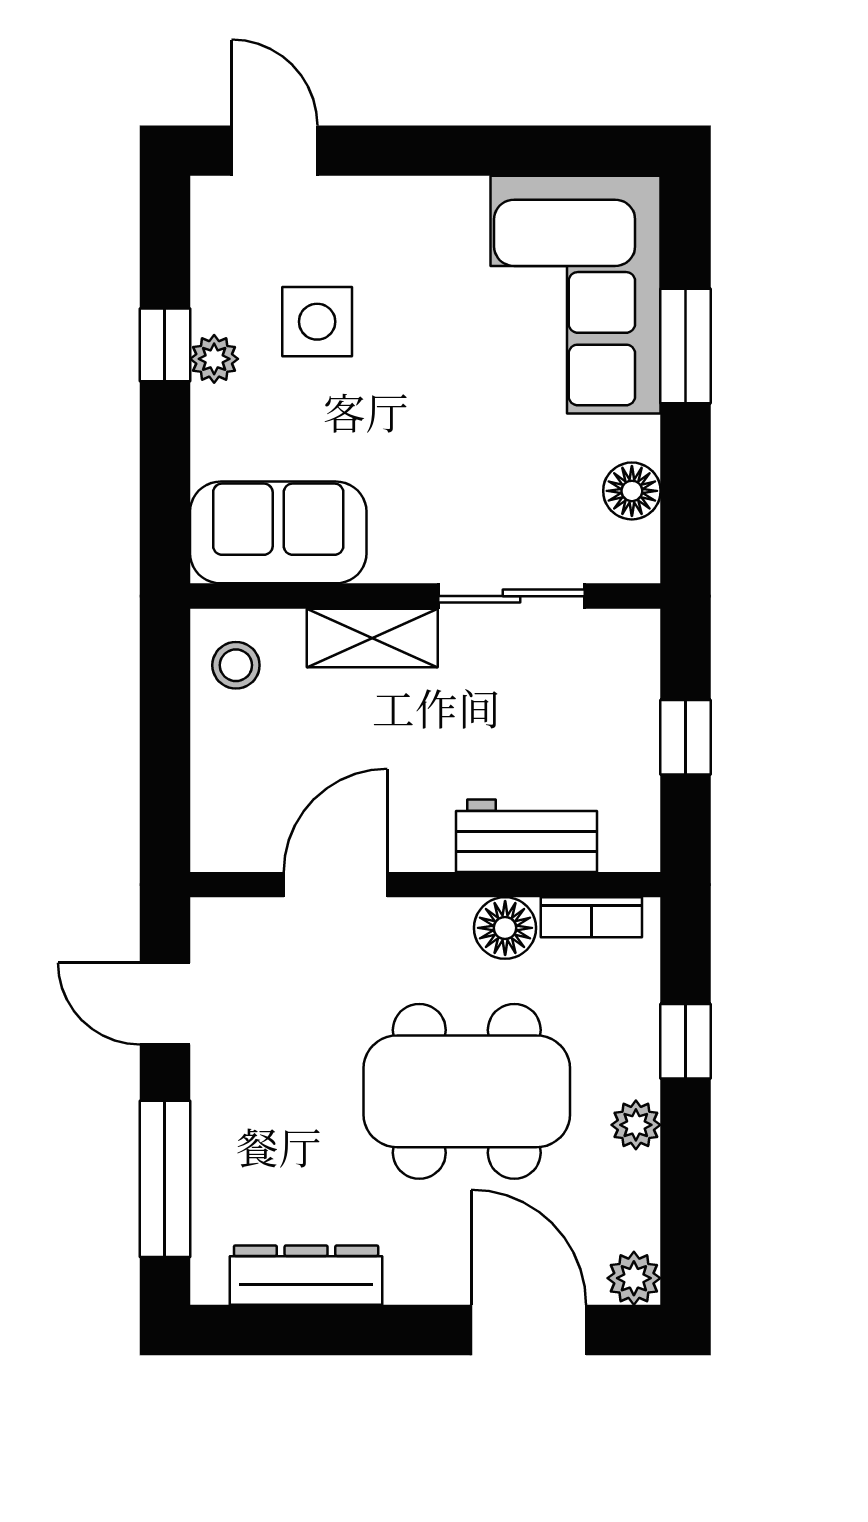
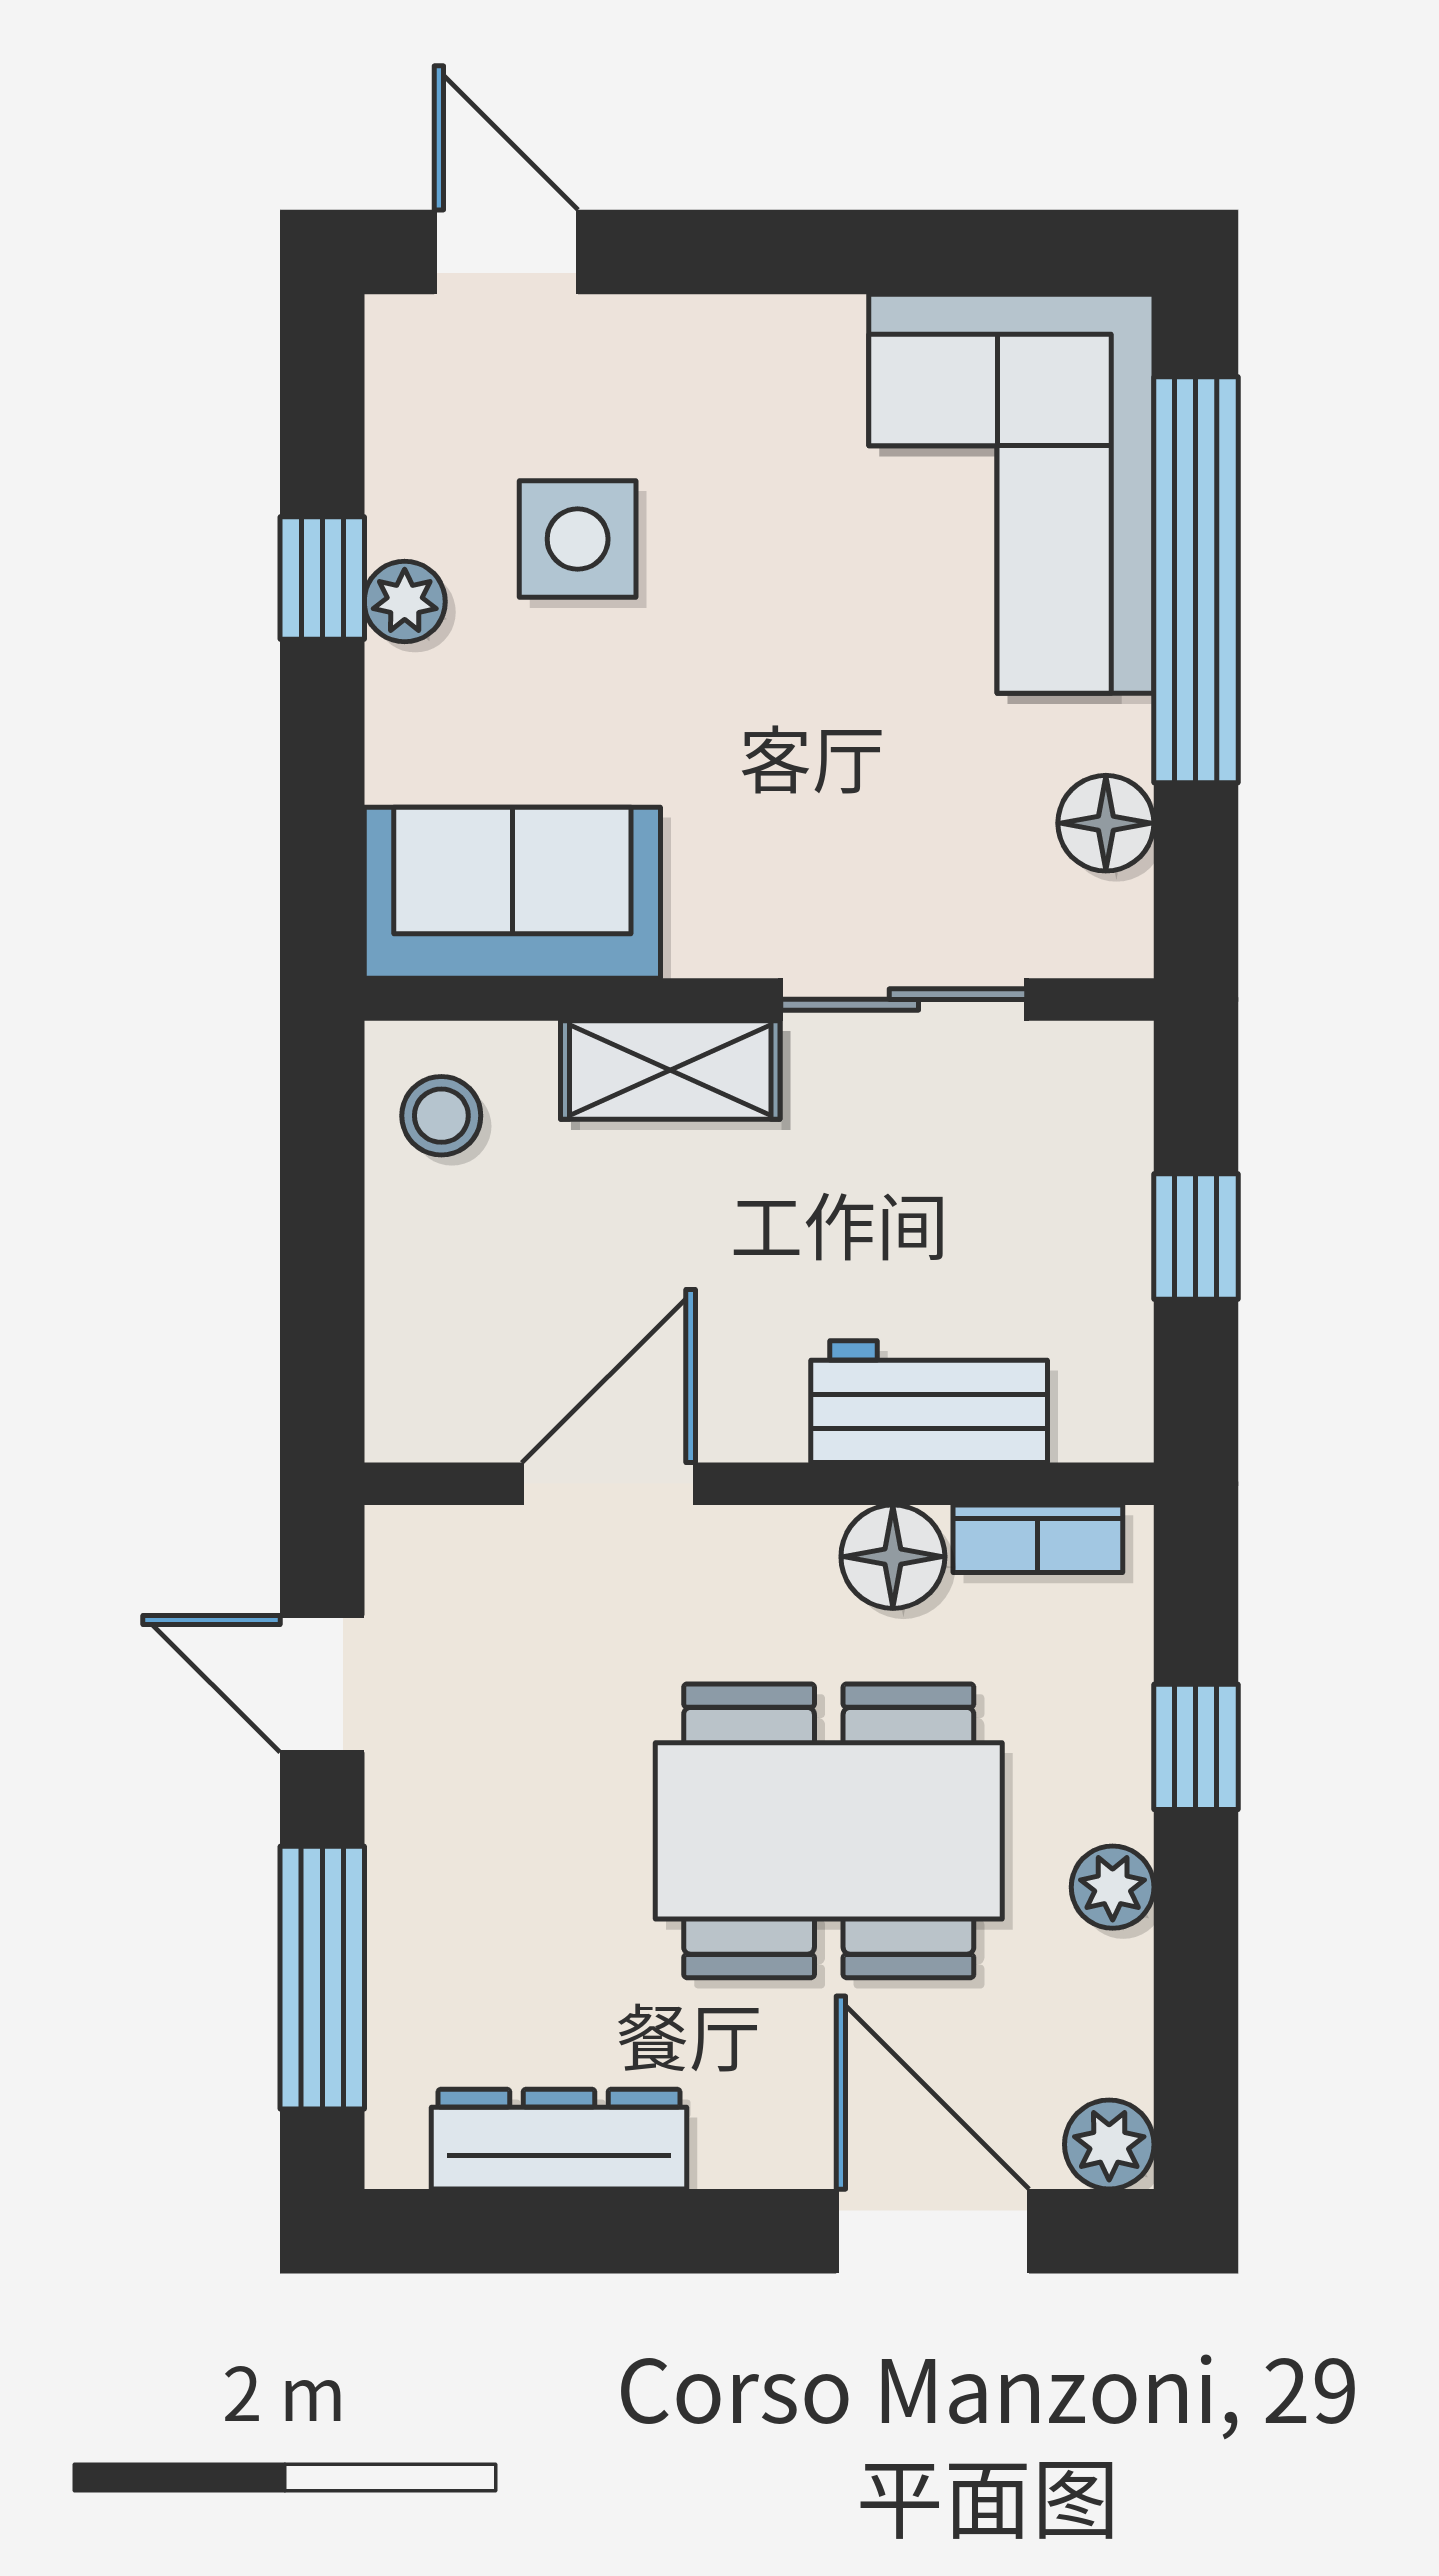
window: (686, 346) -> (1196, 580), width x2.11

